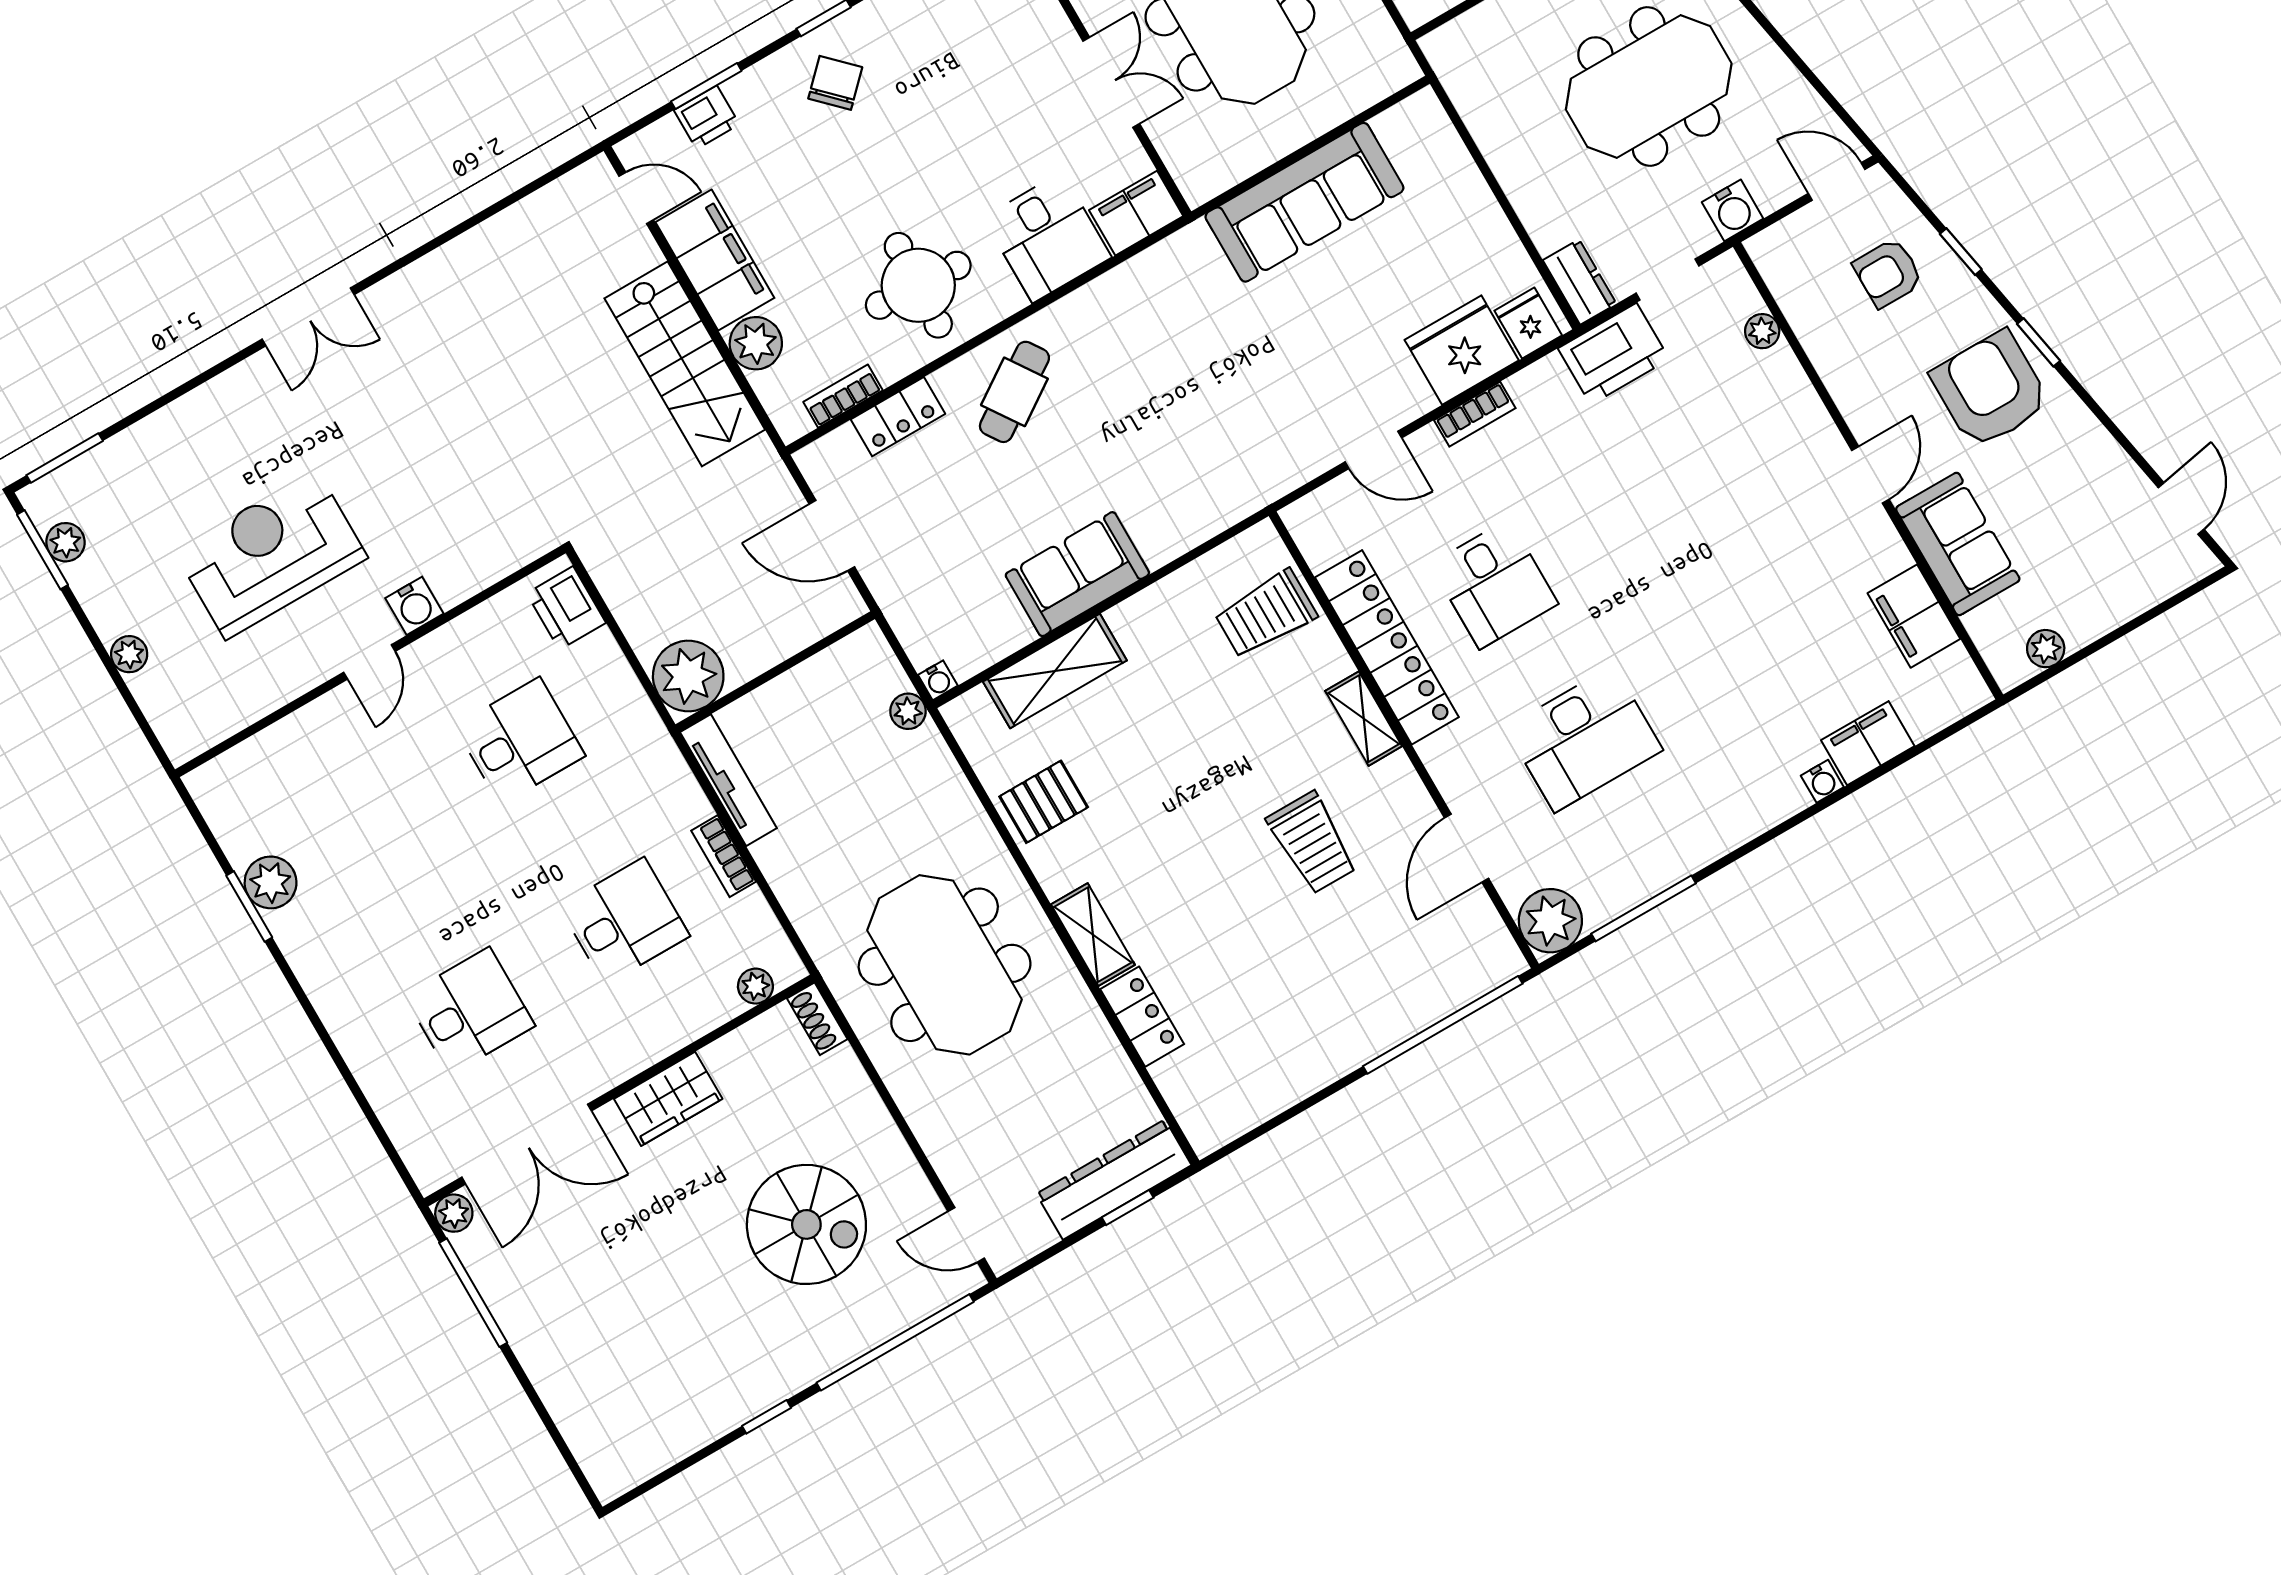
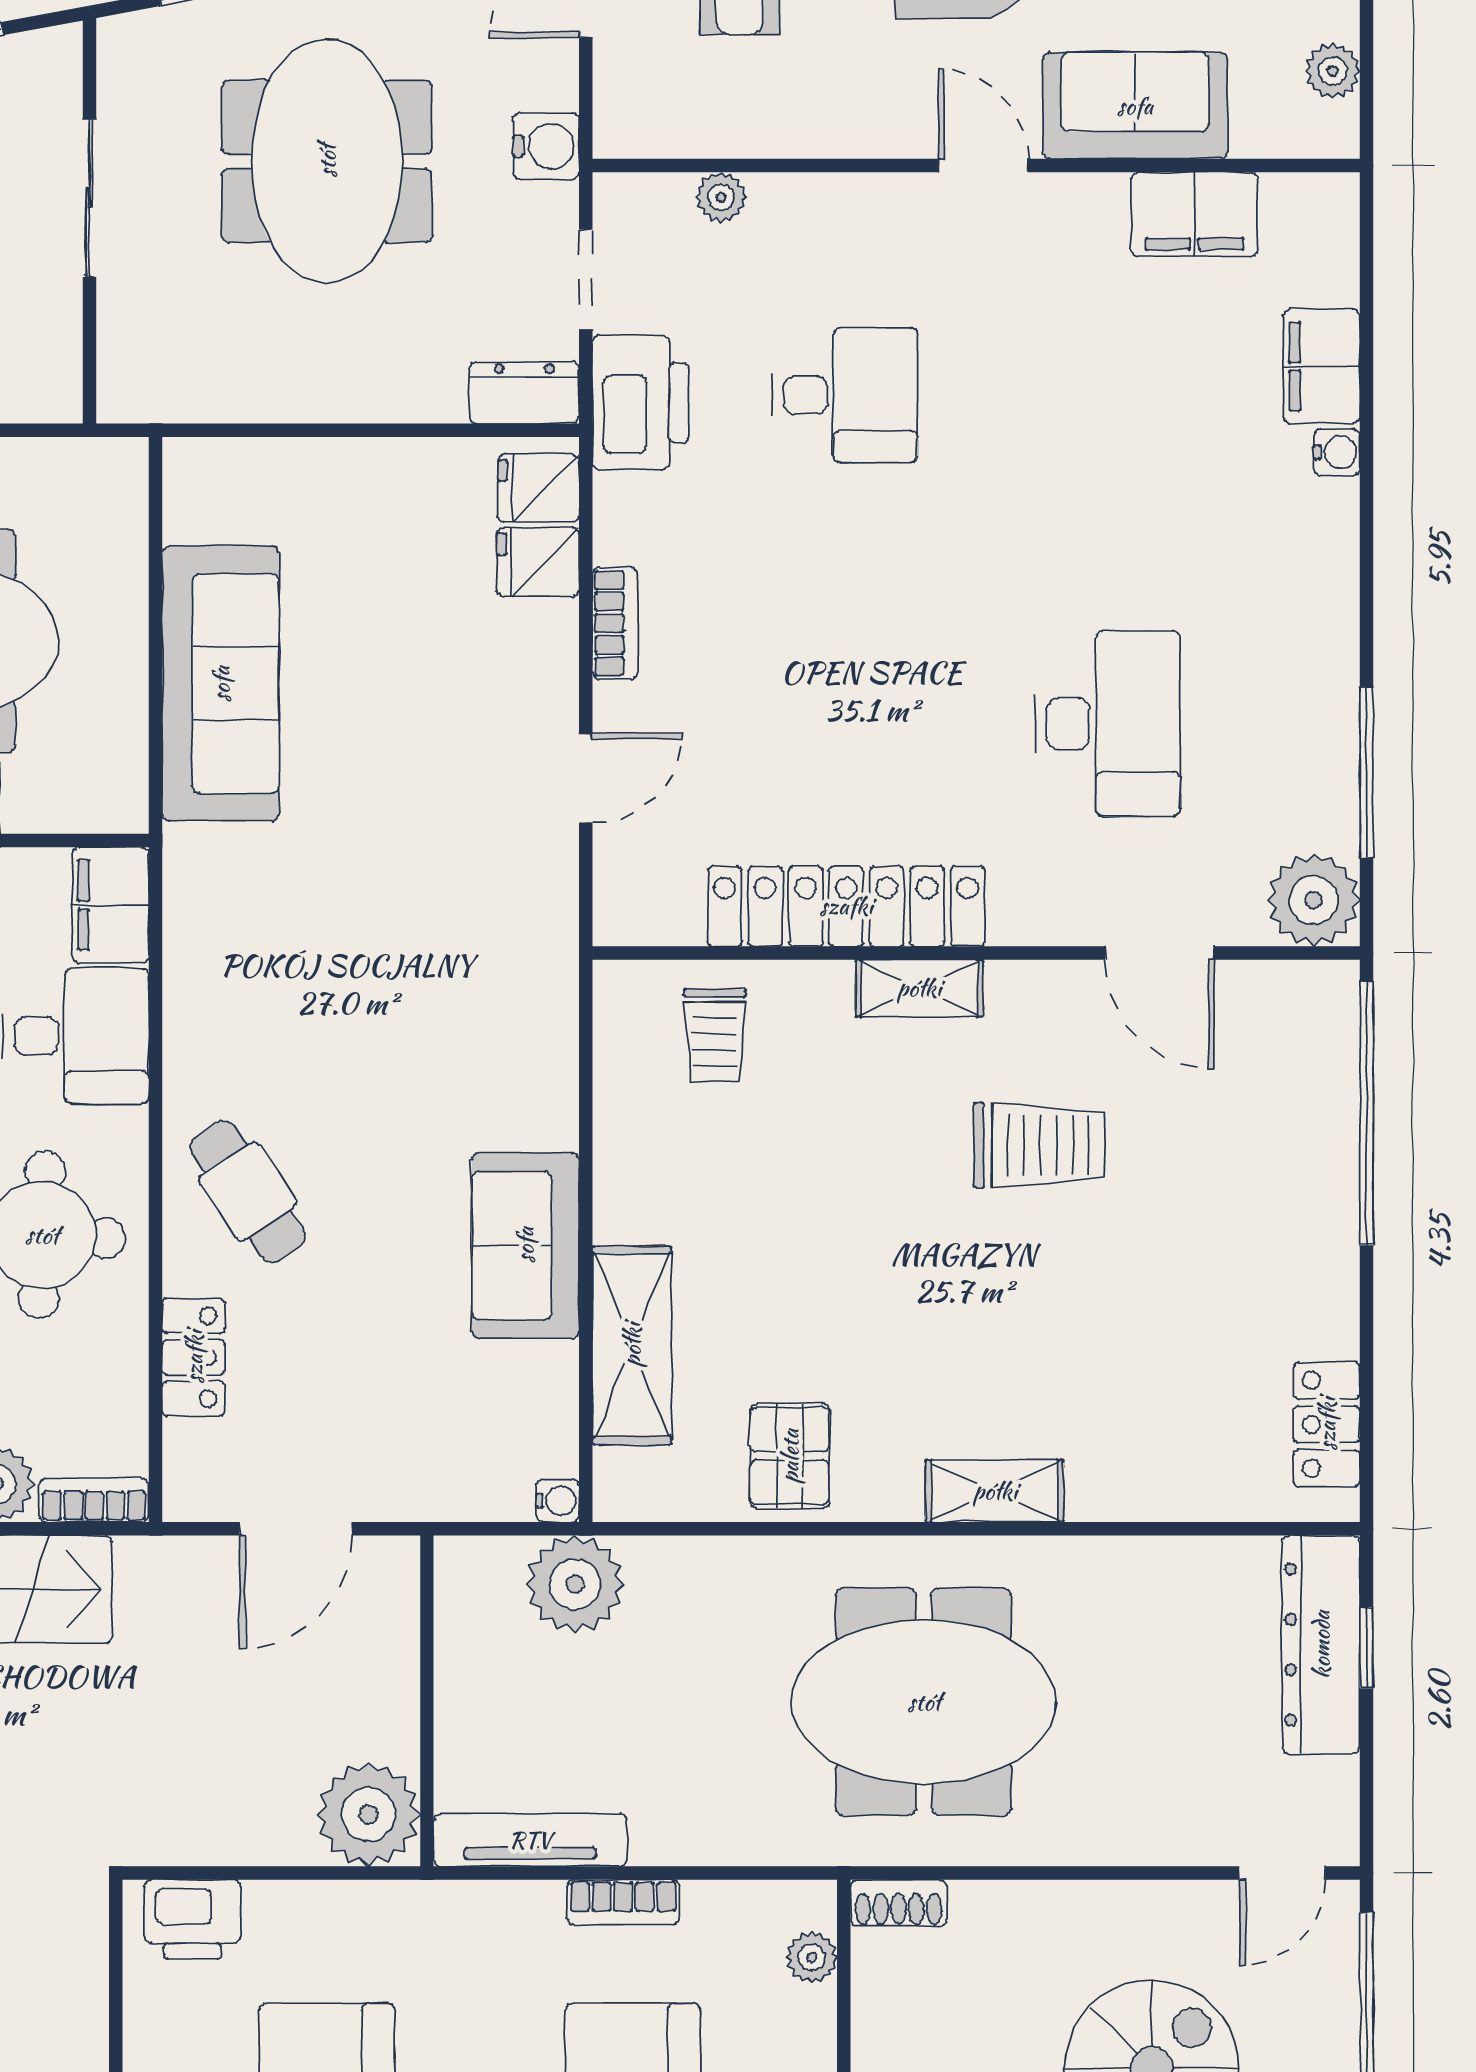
fridge: (1462, 350) -> (538, 562), width x0.53, depth x0.75
bookcase: (843, 396) -> (94, 1500), moved, turned 90
desk: (1494, 584) -> (845, 395), moved
trolley: (1266, 614) -> (715, 1036), width x0.73, depth x0.72
plant: (908, 711) -> (575, 1584), width x1.87, depth x1.87
locker: (1142, 1017) -> (1327, 1424), moved, turned -90

